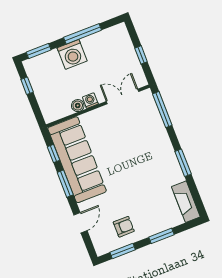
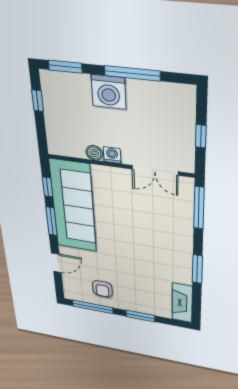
double door: (123, 97) -> (155, 170), swing flipped
armchair: (124, 227) -> (102, 289), turned 90
window: (123, 251) -> (93, 307), width x1.44

